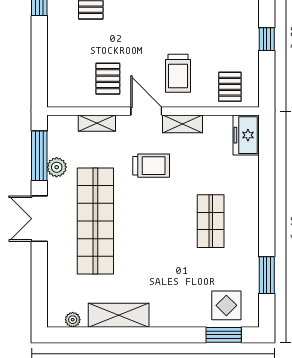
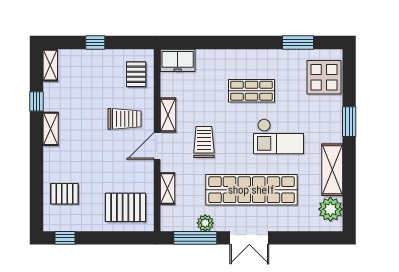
pallet: (108, 79) -> (126, 207), moved, width x1.50, depth x1.42
pallet: (230, 87) -> (136, 74), turned 90
checkout: (158, 253) -> (279, 136), added
display table: (226, 305) -> (324, 77), width x1.36, depth x1.36
plant: (73, 320) -> (330, 209), width x1.87, depth x1.87
window: (224, 335) -> (349, 122), moved

